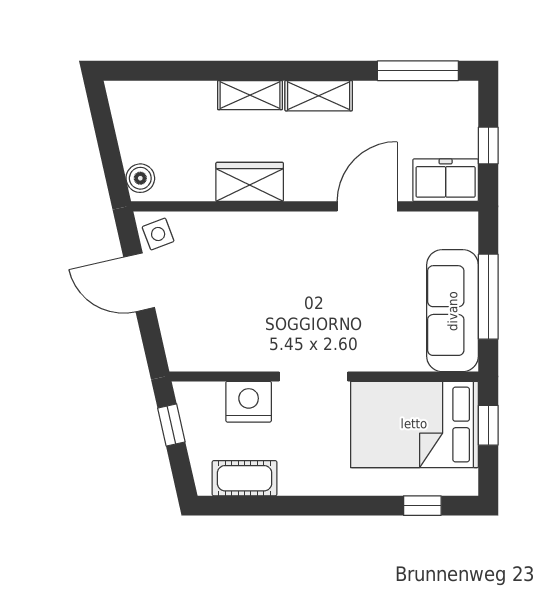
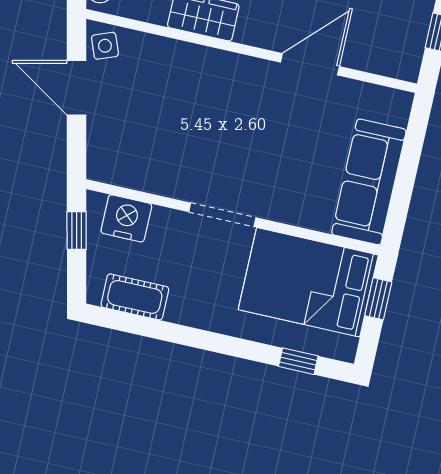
freezer: (446, 180) -> (390, 56), removed
window: (488, 297) -> (406, 176), removed
nightstand: (249, 402) -> (126, 218), moved

